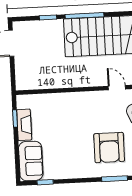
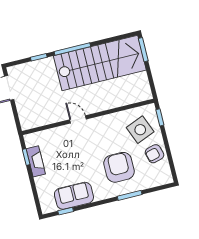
door: (117, 88) -> (78, 119), moved
armchair: (109, 148) -> (119, 167), turned 180
sofa: (31, 161) -> (74, 196), moved, turned -90

